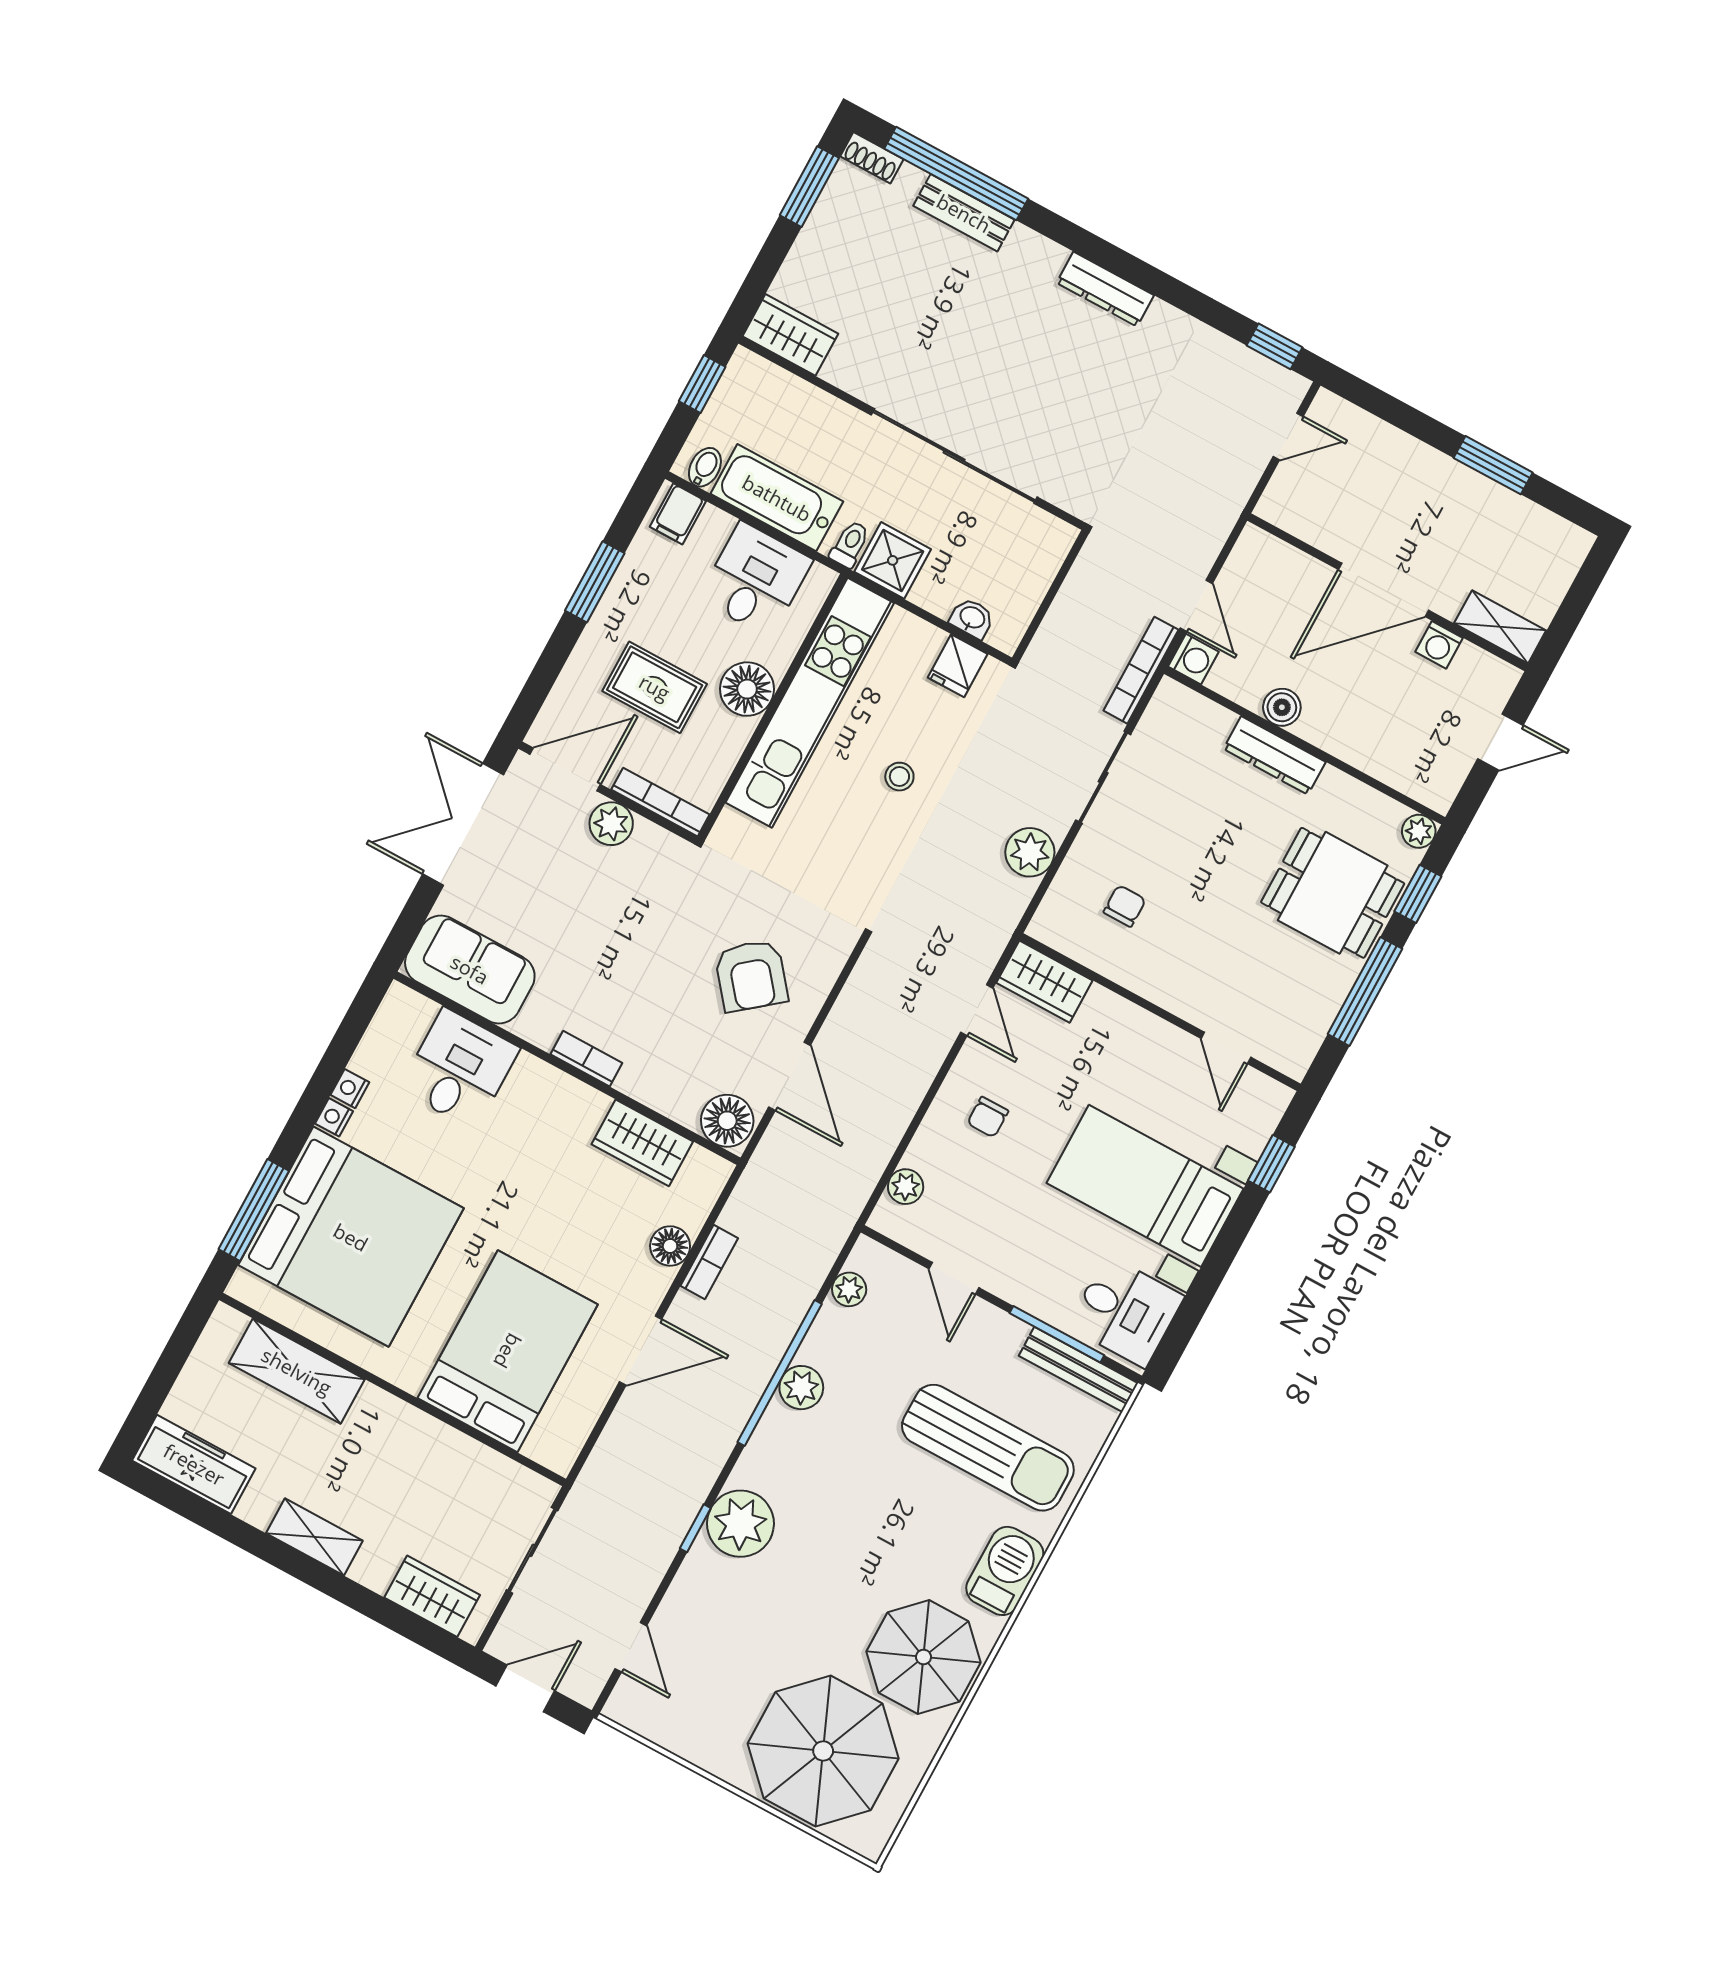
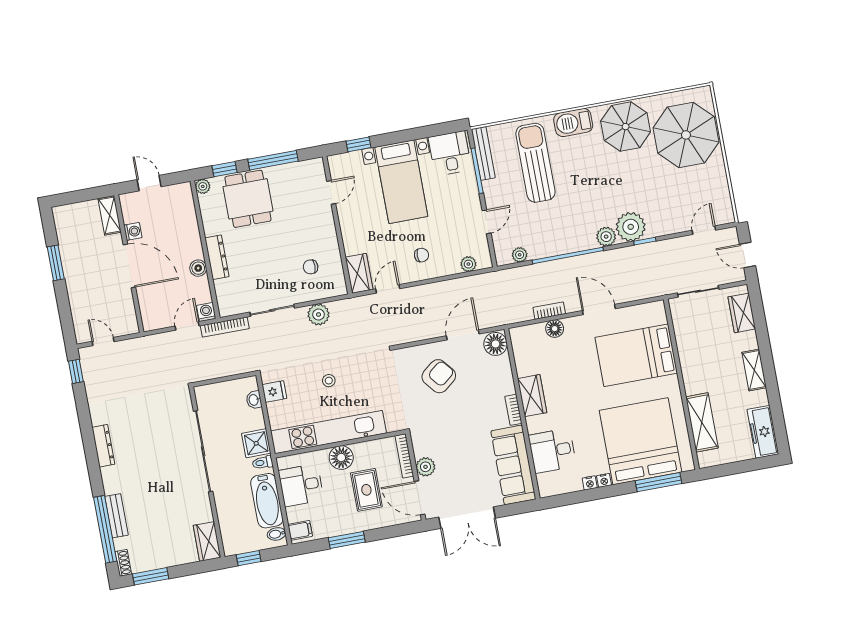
sofa: (470, 969) -> (513, 465), width x1.36
wardrobe: (642, 1143) -> (532, 396), moved
plant: (801, 1388) -> (606, 237), moved

